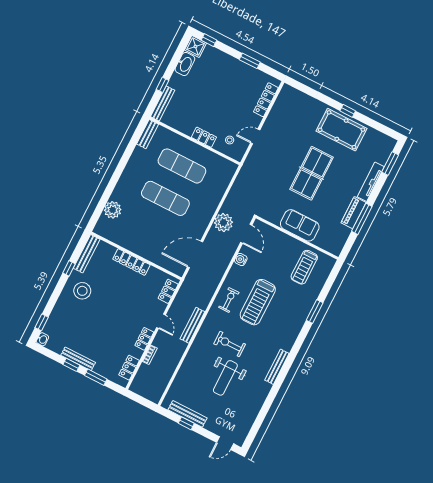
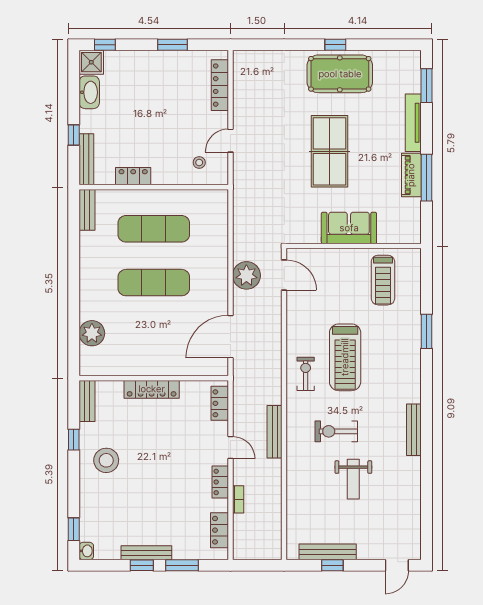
locker: (204, 137) -> (133, 176), moved
bench: (87, 254) -> (87, 401), width x0.73
water cooler: (241, 260) -> (294, 313), removed
weight bench: (225, 378) -> (353, 479), width x0.73, depth x0.75

